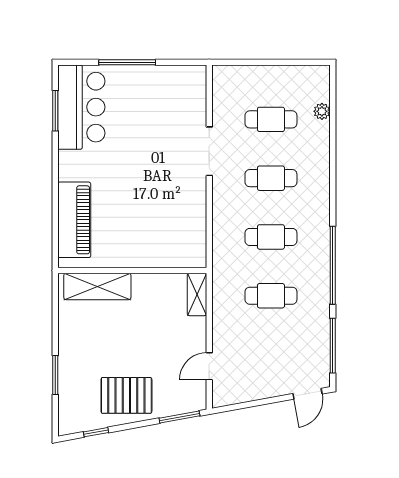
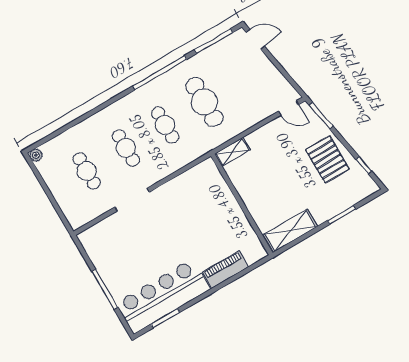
bar counter: (81, 107) -> (163, 296), width x1.36
plant: (322, 111) -> (36, 155), moved
piano: (74, 220) -> (225, 270), width x0.73, depth x0.75
shelving: (97, 286) -> (290, 231), moved, turned 90
cafe table: (271, 296) -> (204, 102), width x1.37, depth x1.35
door: (209, 366) -> (289, 108), moved

